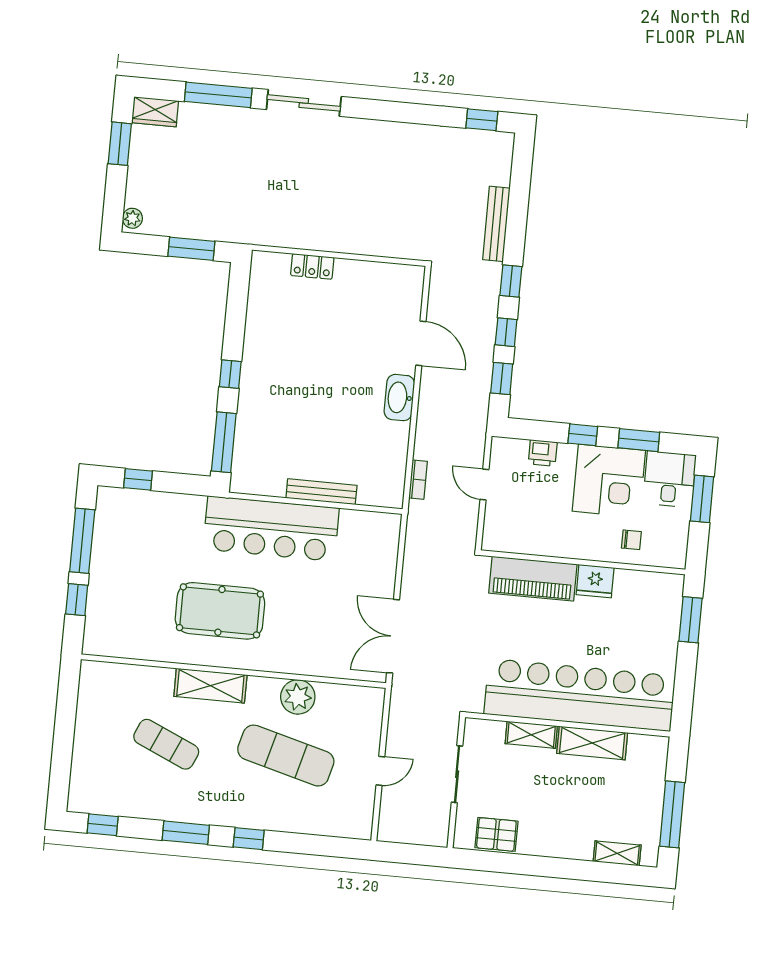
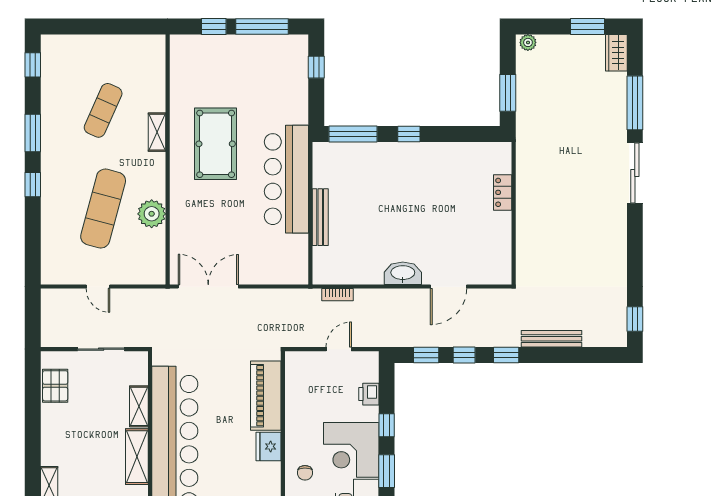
shelving: (210, 686) -> (157, 132), width x0.67, depth x0.75

